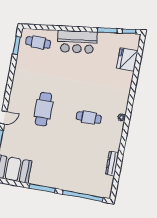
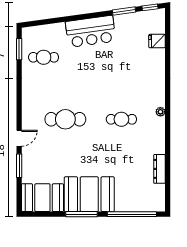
cafe table: (38, 42) -> (44, 57), moved
fridge: (127, 59) -> (157, 41), width x0.53, depth x0.75
cafe table: (44, 109) -> (65, 119), turned 90
booth: (51, 173) -> (89, 194), added

